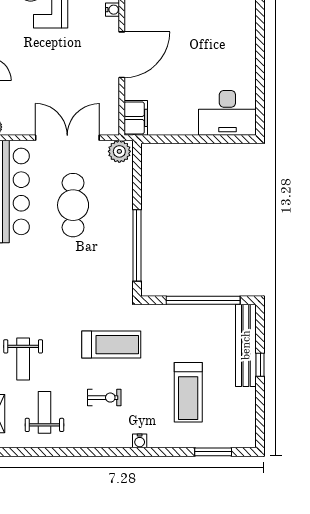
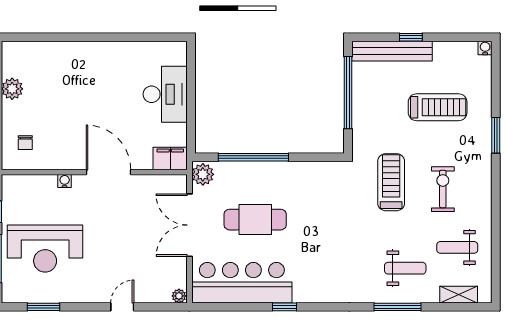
desk: (227, 113) -> (165, 94), moved
window: (137, 245) -> (253, 157), moved
exercise bike: (104, 398) -> (443, 189), width x1.38, depth x1.39
water cooler: (140, 441) -> (485, 48), moved, turned -90
window: (213, 452) -> (496, 135), moved

